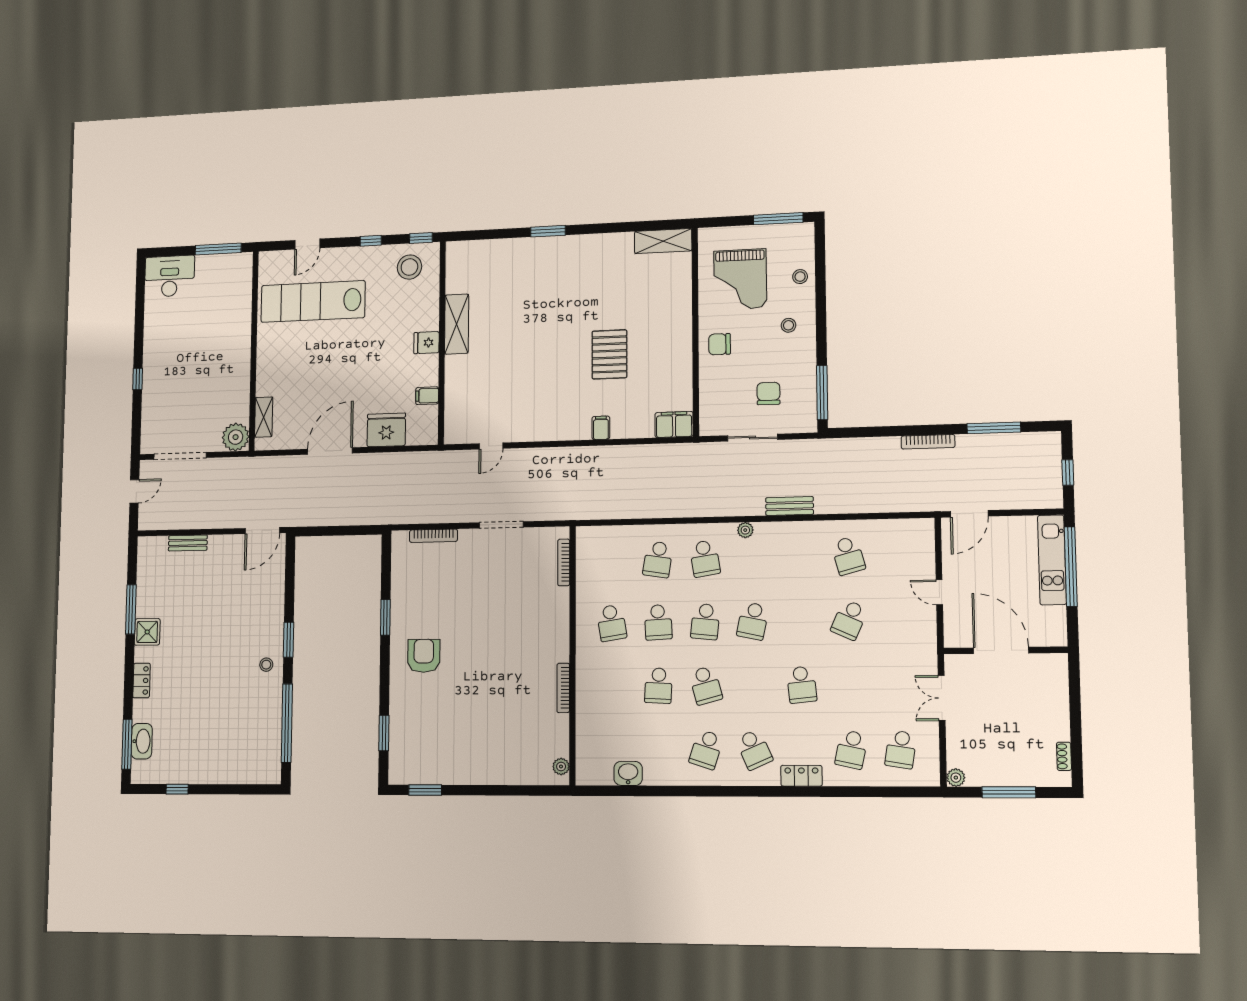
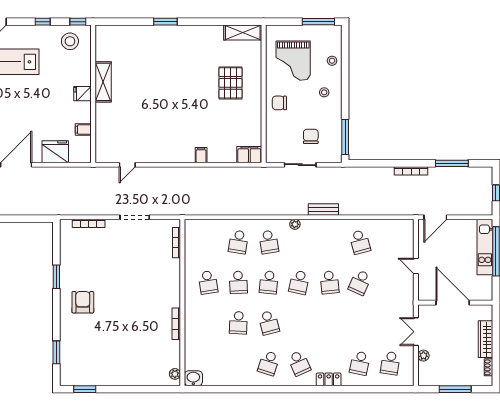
pallet: (609, 354) -> (230, 83), moved
school desk: (802, 685) -> (330, 282), moved
wardrobe: (1058, 710) -> (486, 339), added
washbasin: (628, 773) -> (193, 378), moved
plant: (956, 778) -> (423, 356), moved

